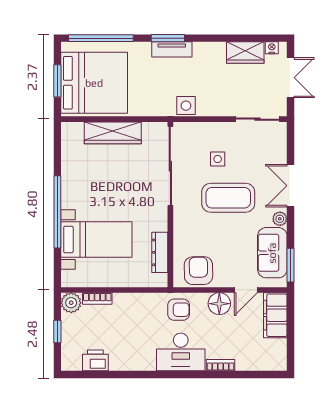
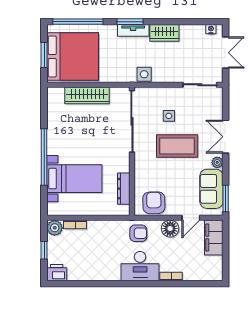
wardrobe: (245, 53) -> (164, 33), moved
printer: (95, 360) -> (57, 273), moved

